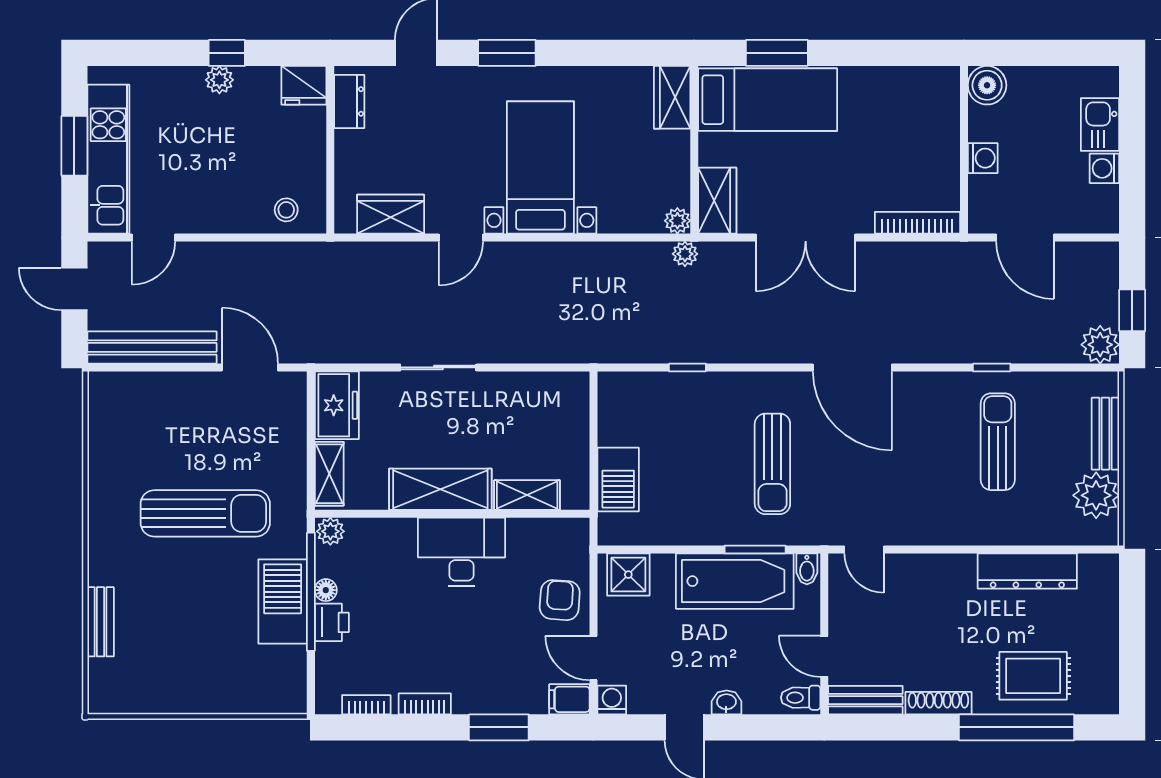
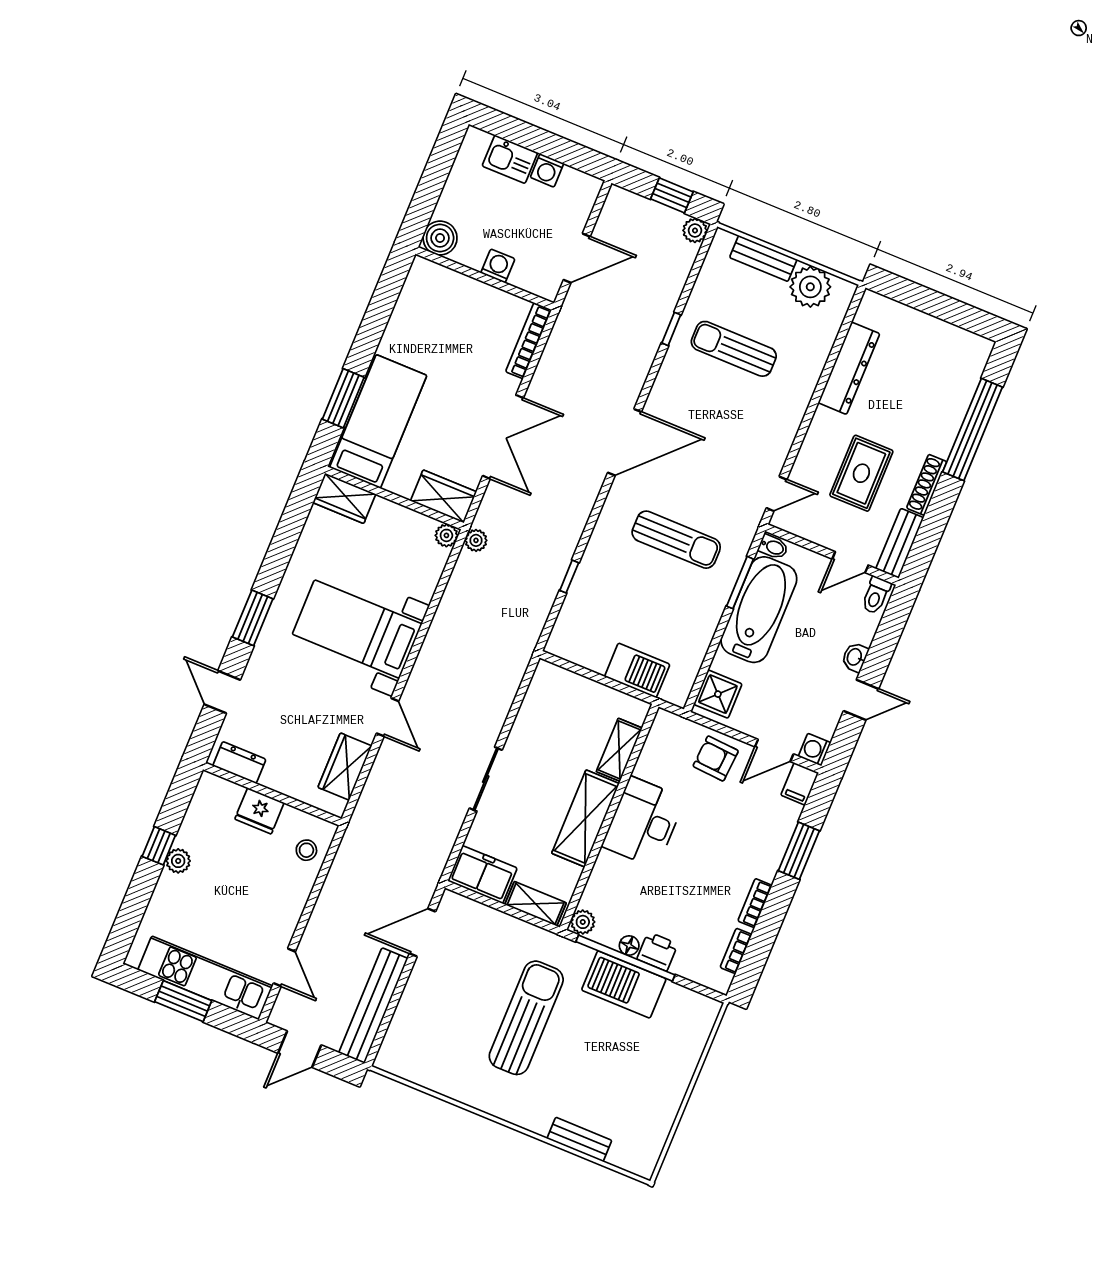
fridge: (304, 85) -> (259, 811), moved, turned 90
plant: (1100, 345) -> (695, 230), width x0.73, depth x0.73
rug: (1033, 676) -> (861, 473), moved

